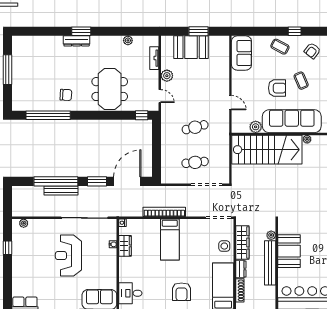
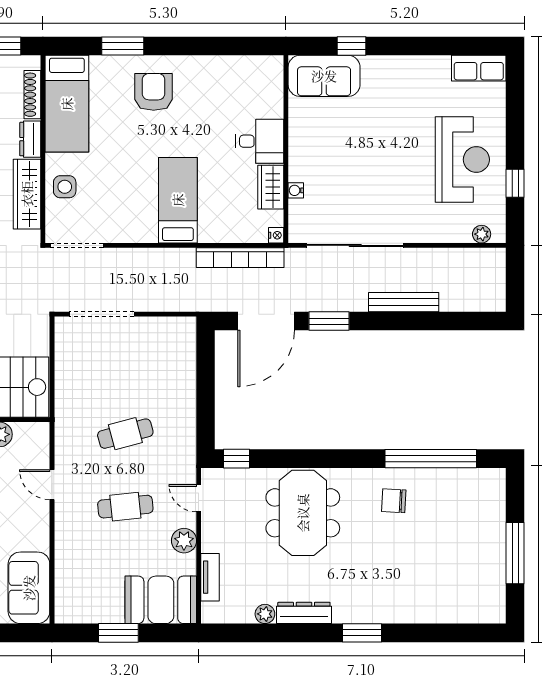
dresser: (77, 41) -> (304, 613), moved
booth: (191, 47) -> (161, 600), moved
cafe table: (195, 162) -> (125, 507), moved
window: (56, 181) -> (414, 321), removed
bookcase: (164, 212) -> (240, 258), moved
reception desk: (68, 256) -> (462, 160), moved
desk: (130, 293) -> (260, 141), moved

